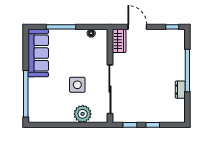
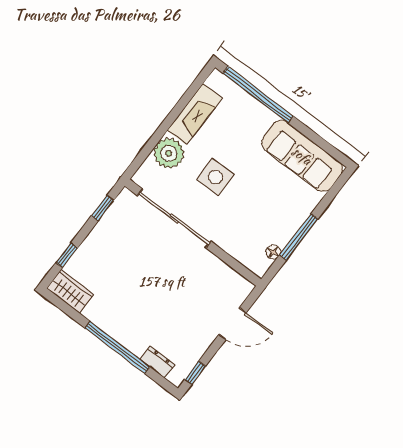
window: (61, 27) -> (299, 237), moved
wardrobe: (119, 41) -> (70, 291), moved, turned 180
dresser: (180, 90) -> (158, 362), moved
fireplace: (56, 116) -> (195, 114), added
window: (153, 125) -> (67, 255), moved

